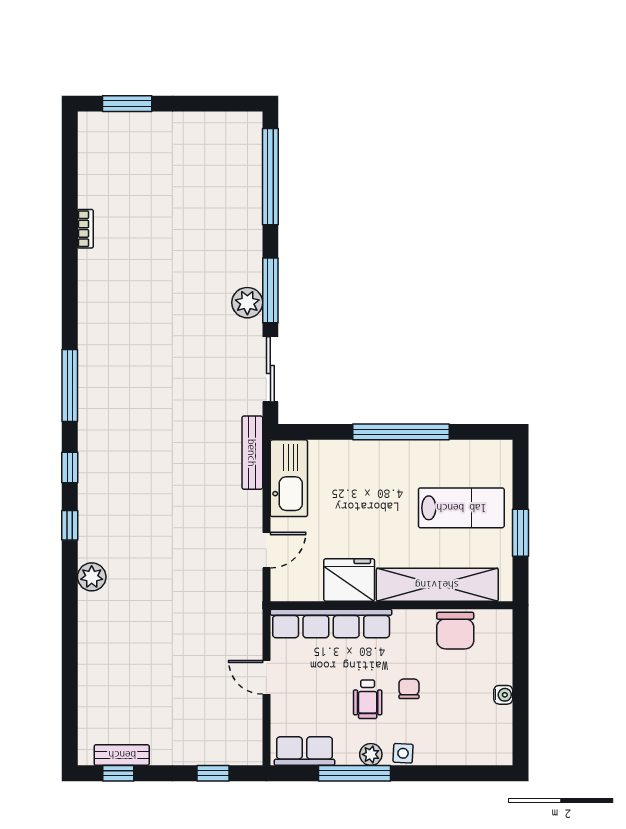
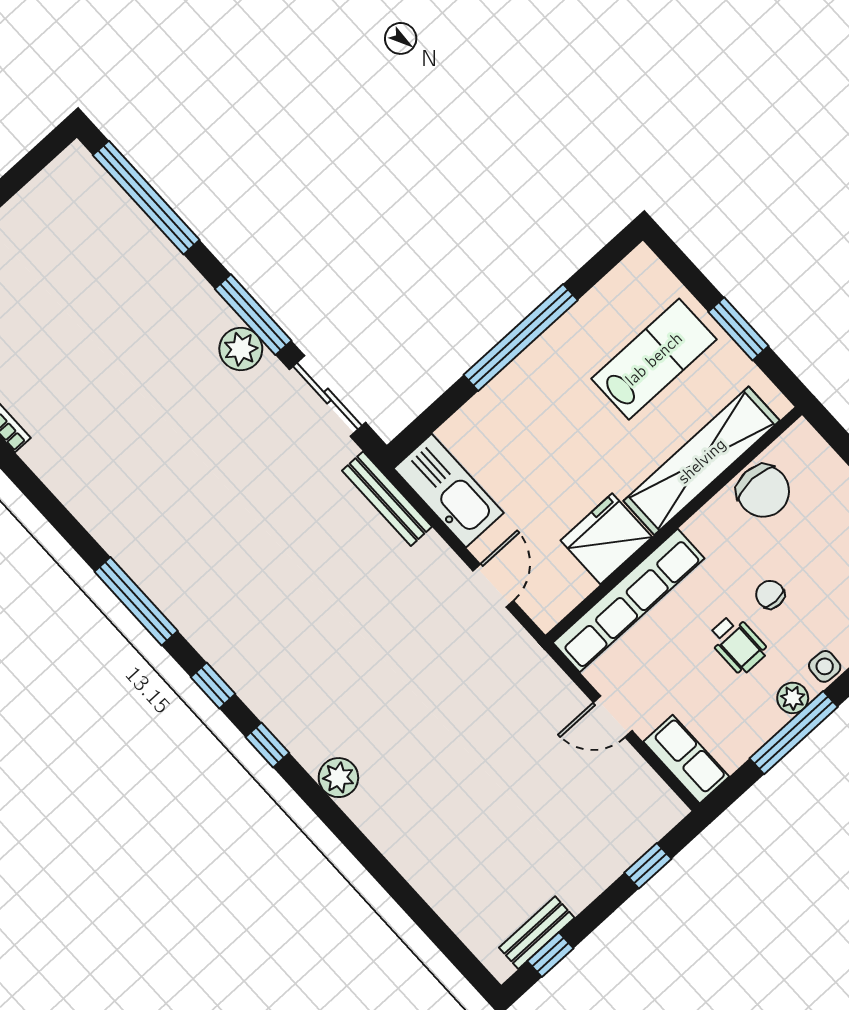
row of seats: (304, 751) -> (686, 759), moved, turned 90

